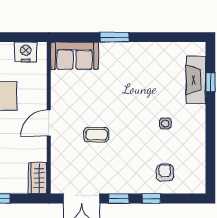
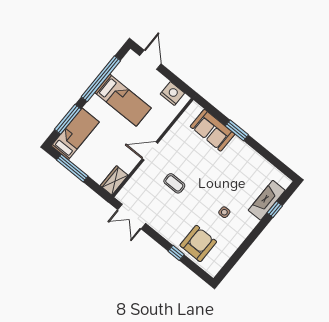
sofa: (75, 56) -> (212, 130), moved
armchair: (165, 173) -> (198, 244), width x1.88, depth x1.88
window: (119, 199) -> (155, 236), removed

